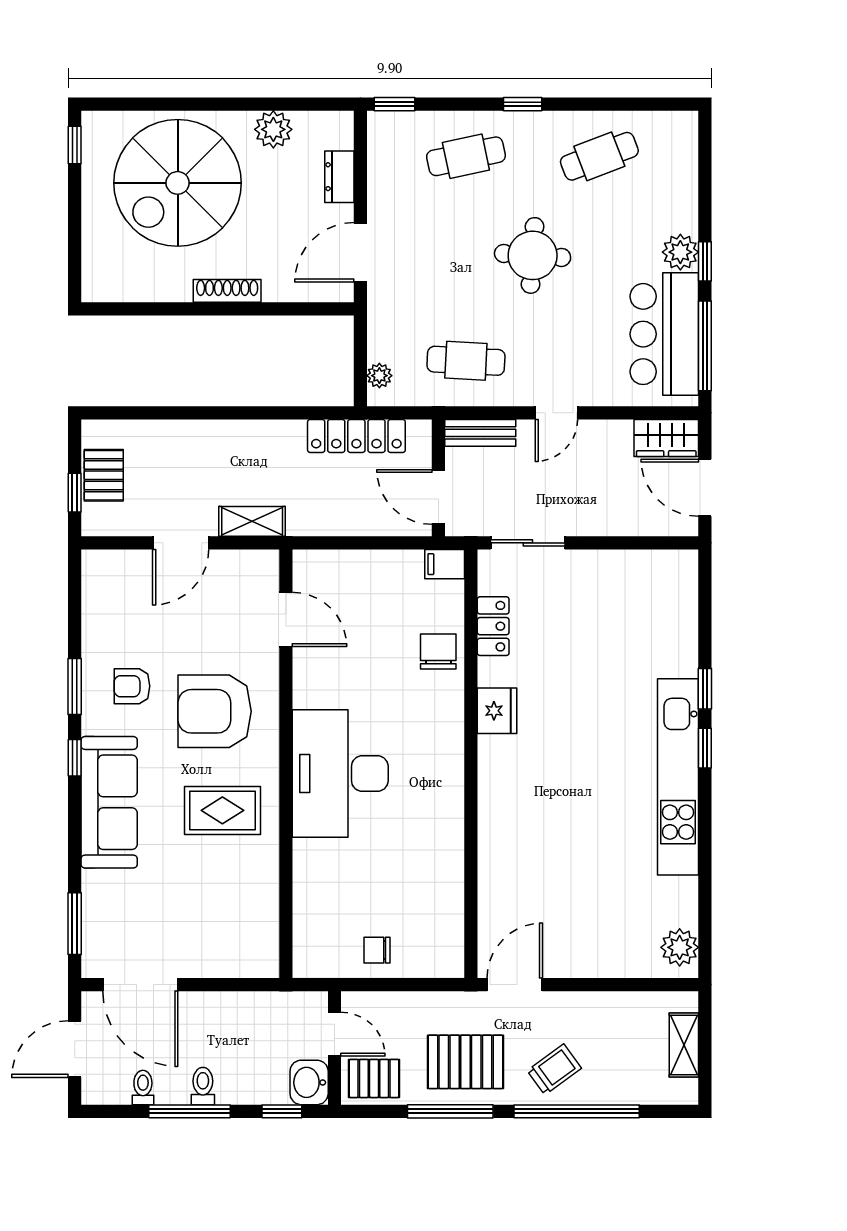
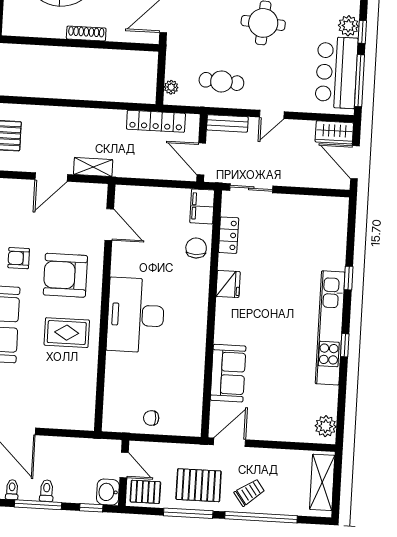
filing cabinet: (445, 564) -> (202, 206), width x2.00
window: (705, 748) -> (345, 345), moved
sofa: (506, 865) -> (228, 373), added
shelving: (684, 1045) -> (322, 482), width x1.50, depth x1.33

